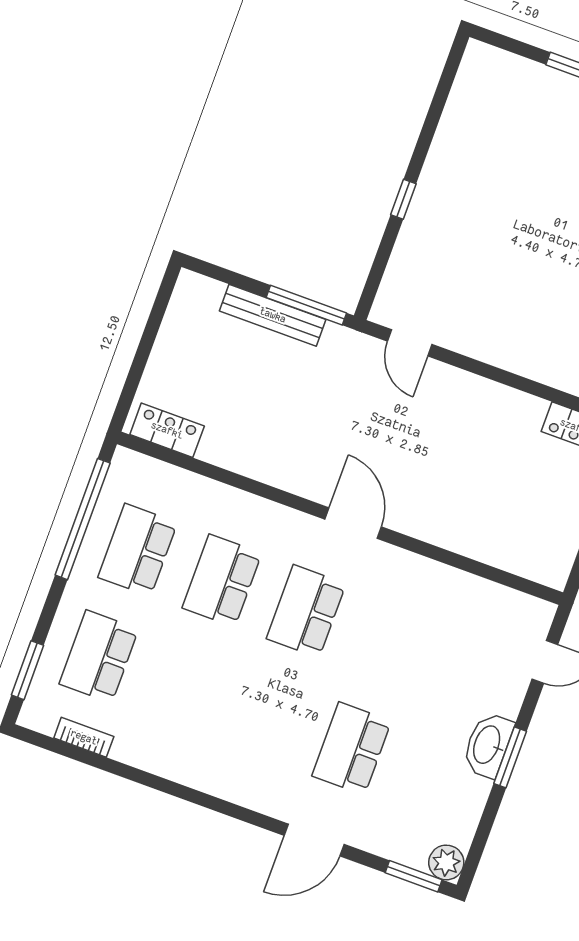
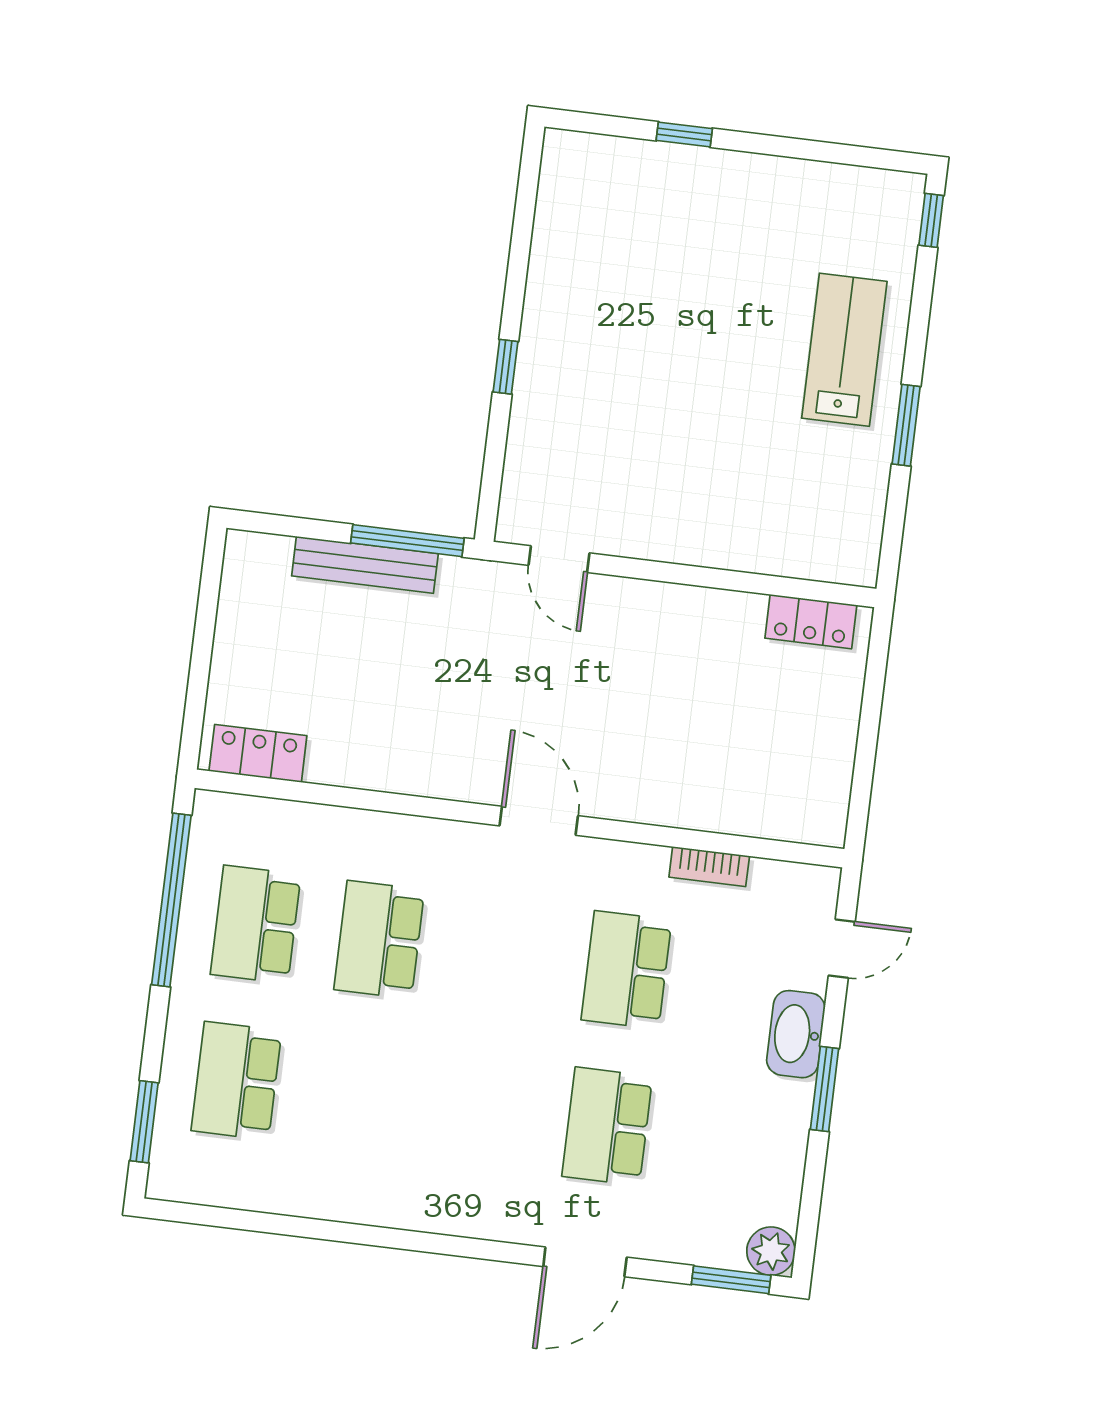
school desk: (306, 611) -> (626, 970), moved
bookcase: (84, 737) -> (709, 867), moved, turned 180
washbasin: (488, 745) -> (796, 1034), moved

